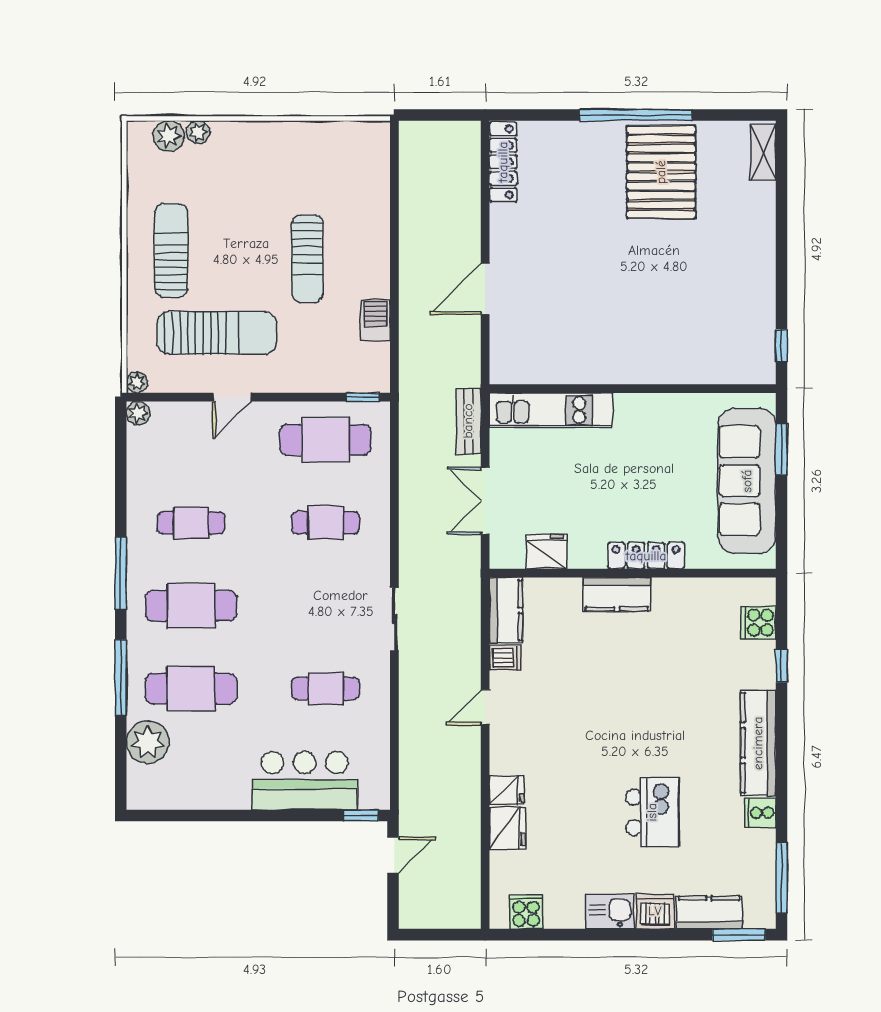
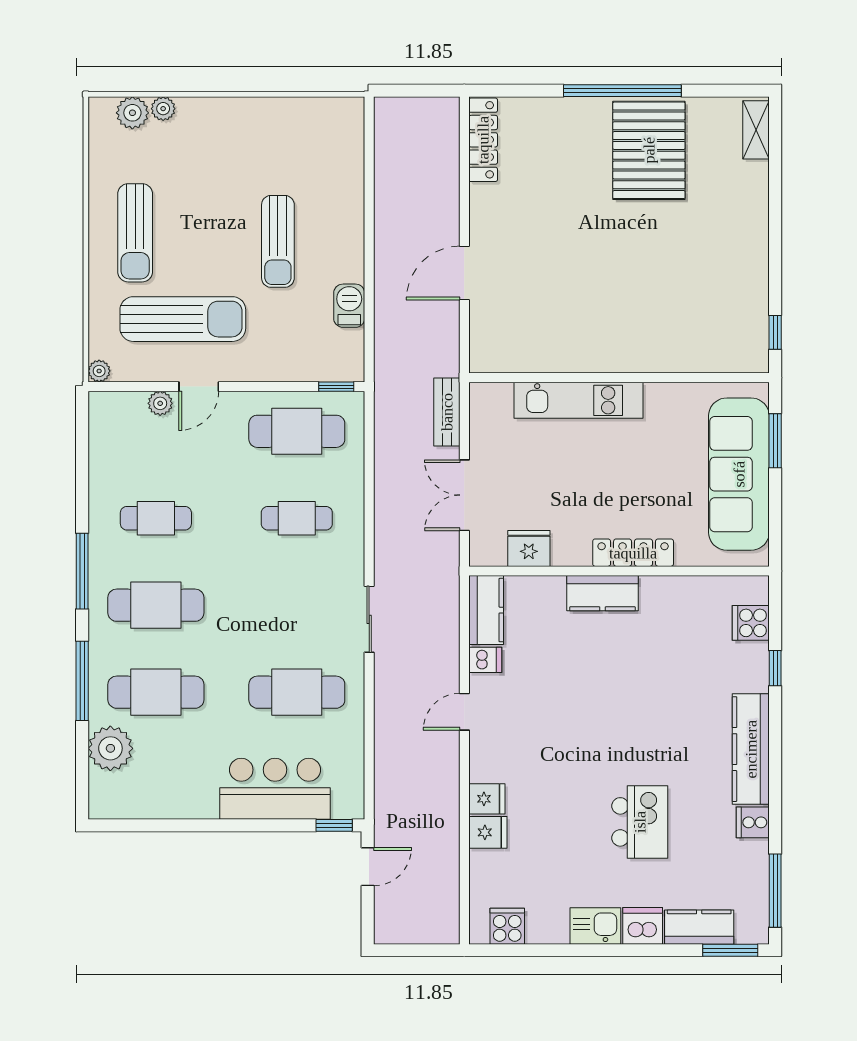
sun lounger: (171, 251) -> (135, 233), turned 180
kitchen unit: (551, 410) -> (578, 400), moved
plant: (138, 413) -> (160, 403), moved
cafe table: (325, 689) -> (297, 692), width x1.37, depth x1.35
fridge: (508, 828) -> (488, 832), width x0.72

